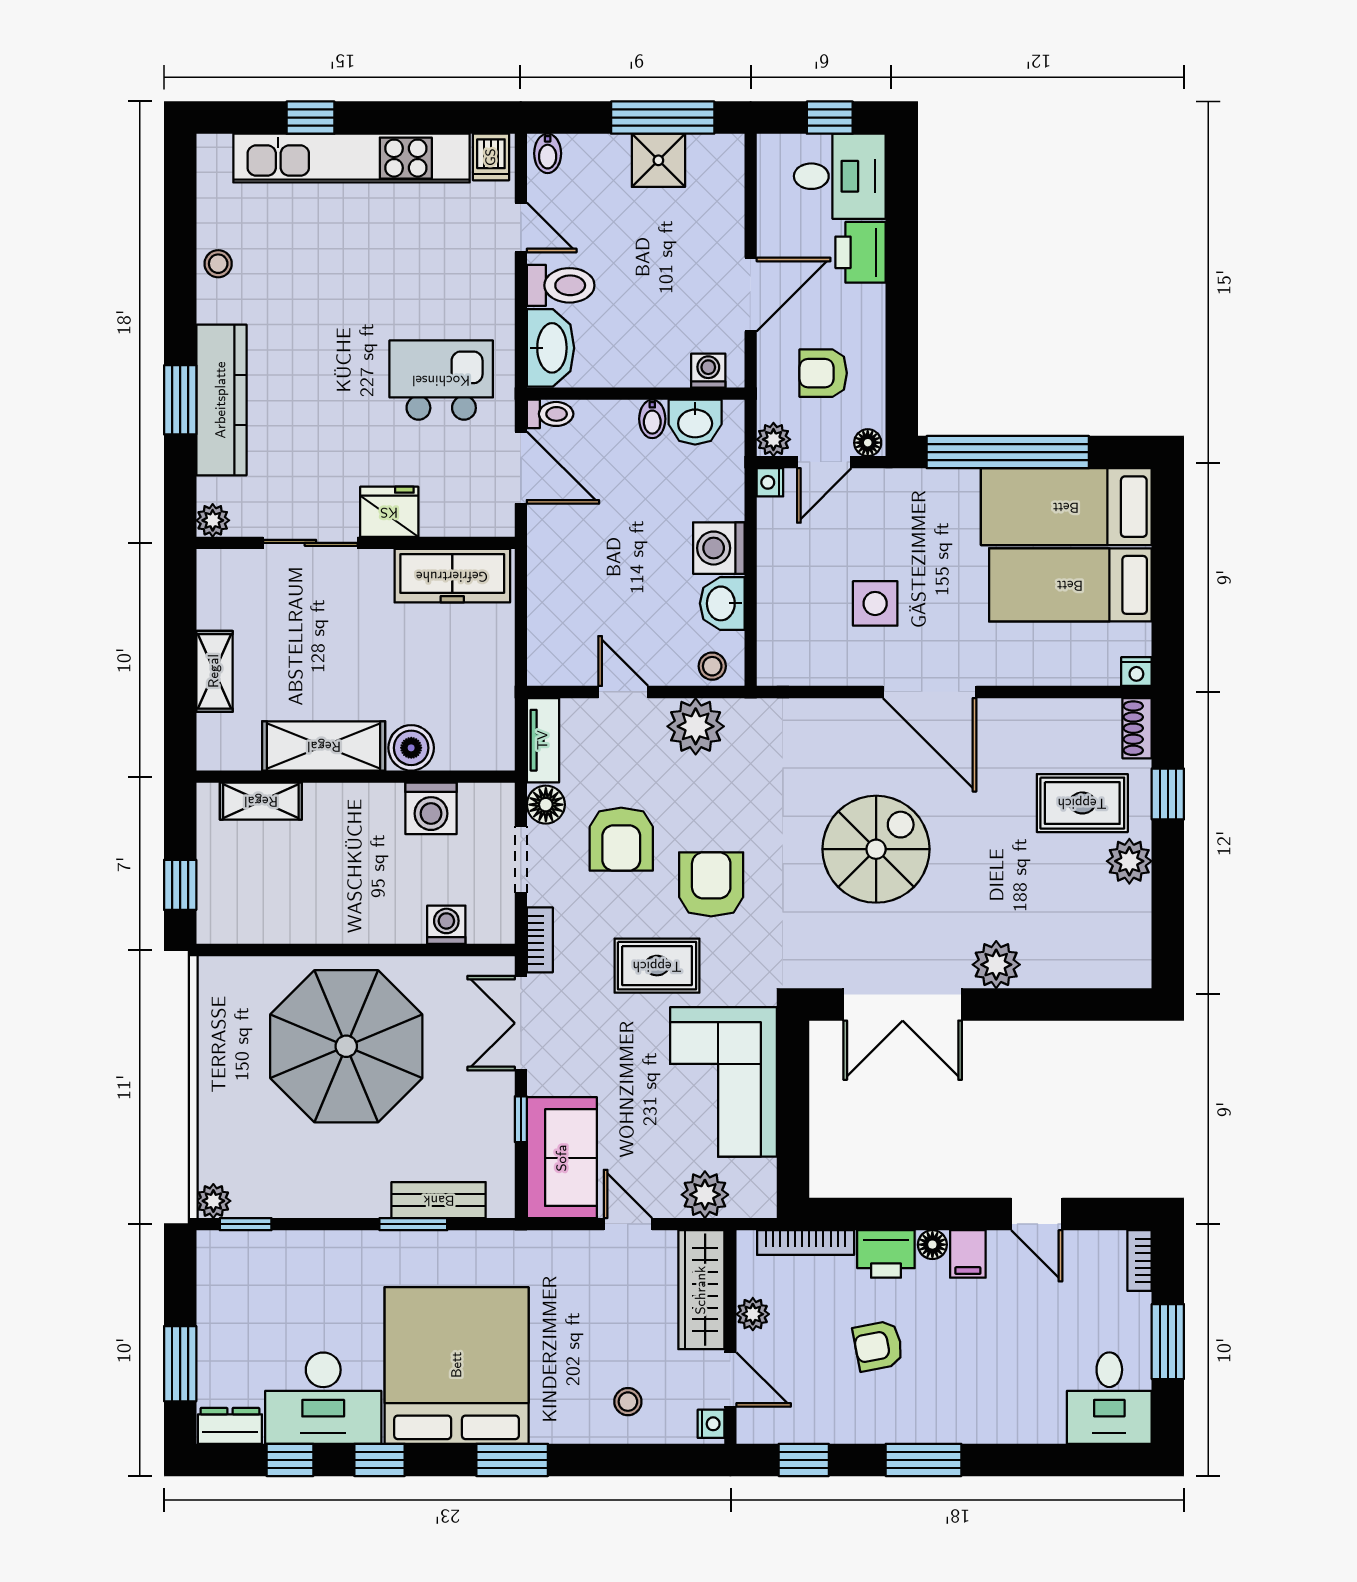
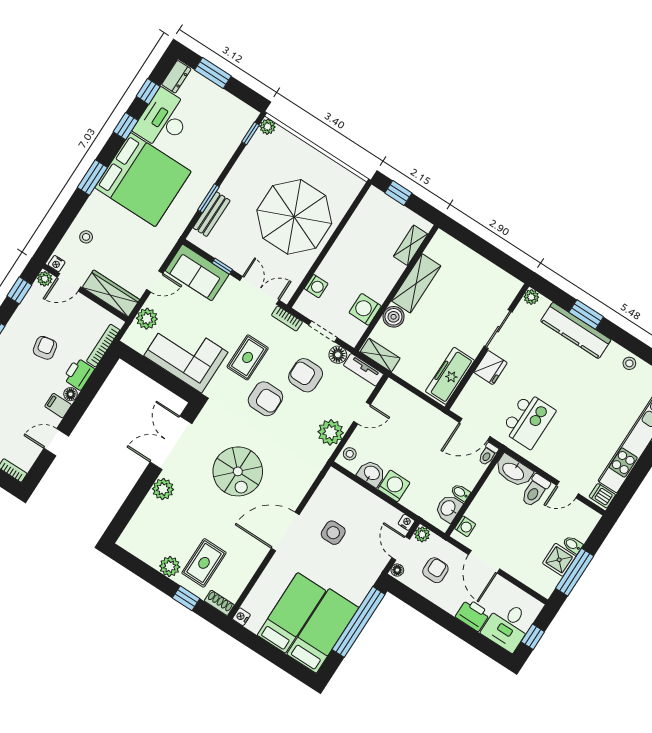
bidet: (548, 153) -> (573, 545), moved
shelving: (214, 671) -> (380, 355), moved
plant: (753, 1314) -> (45, 279), moved

